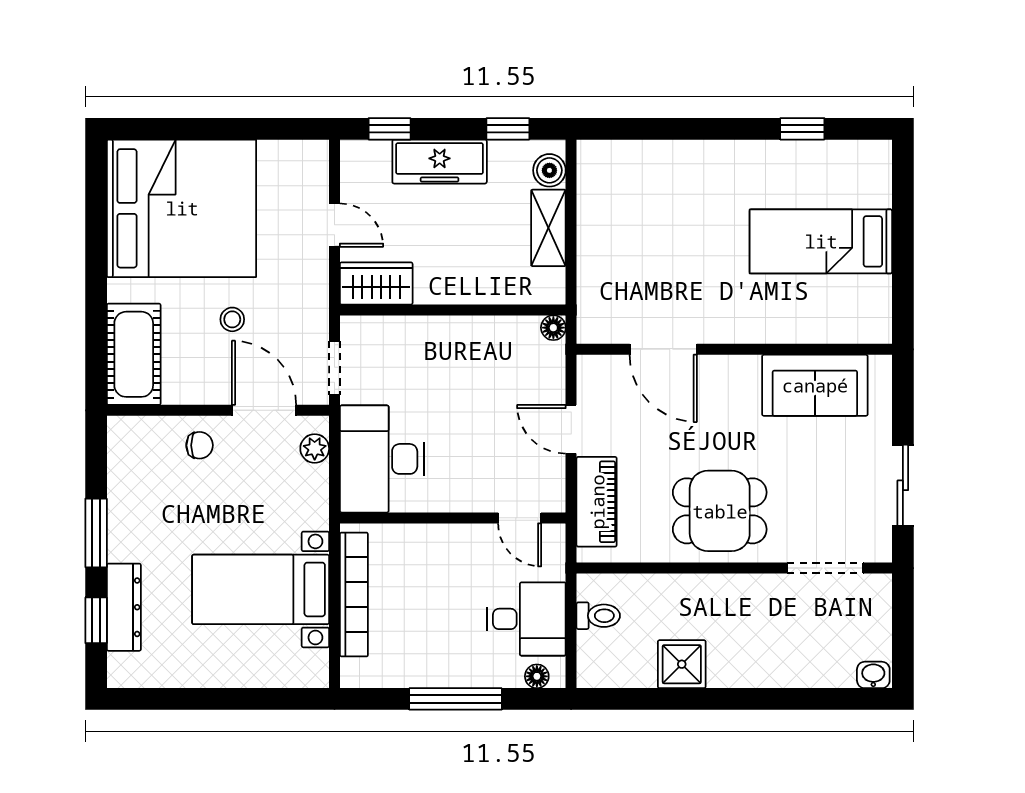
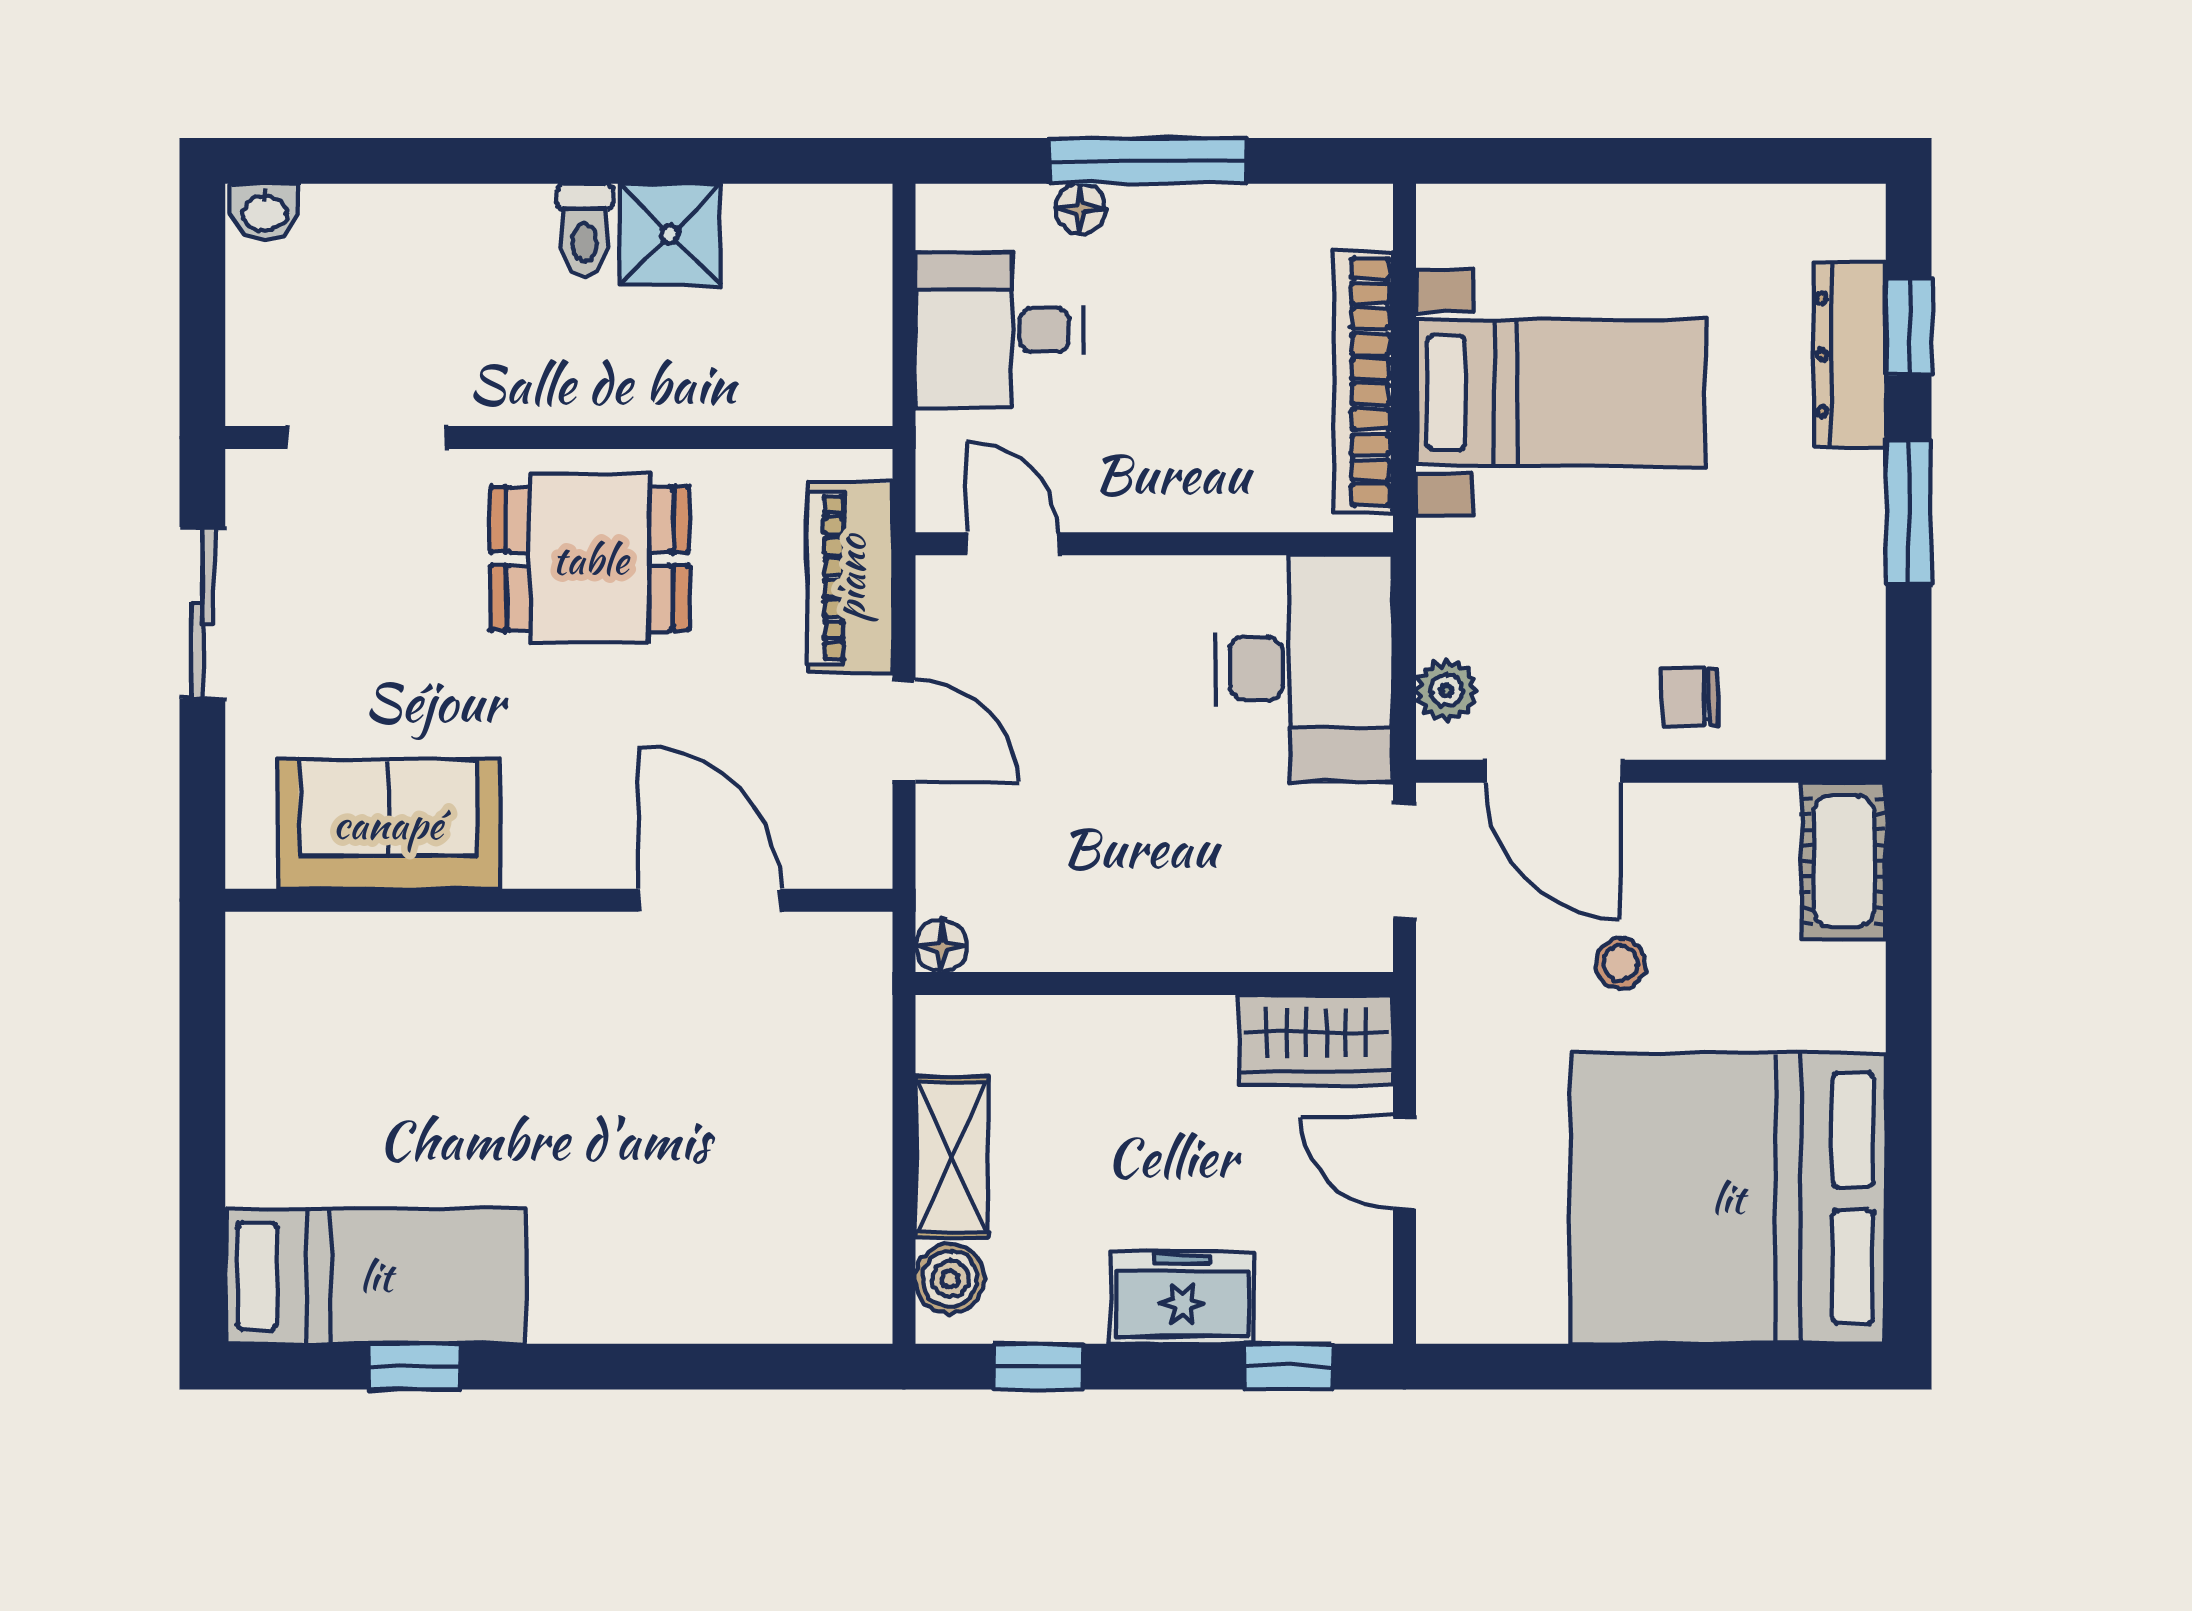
freezer: (440, 162) -> (1182, 1297), width x0.71
bed: (821, 241) -> (376, 1276), moved
cot: (134, 354) -> (1843, 861), width x0.73, depth x0.75
toilet: (598, 616) -> (585, 230), moved, turned -90
floor lamp: (537, 676) -> (1080, 209), moved

